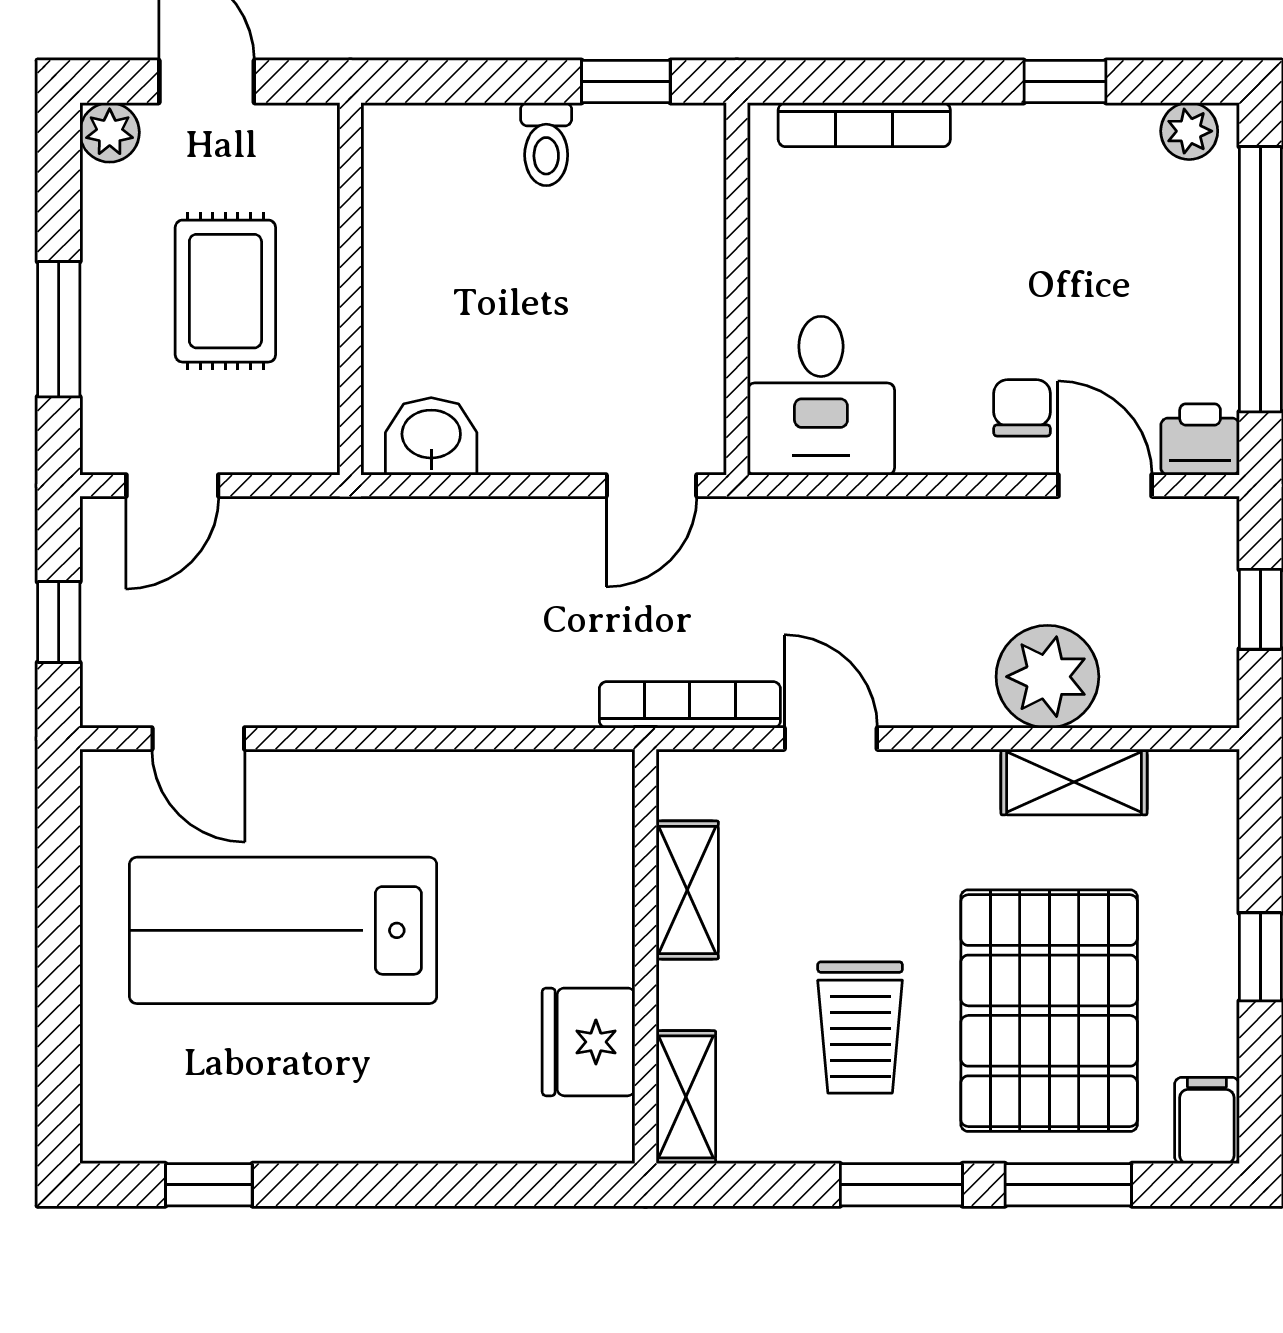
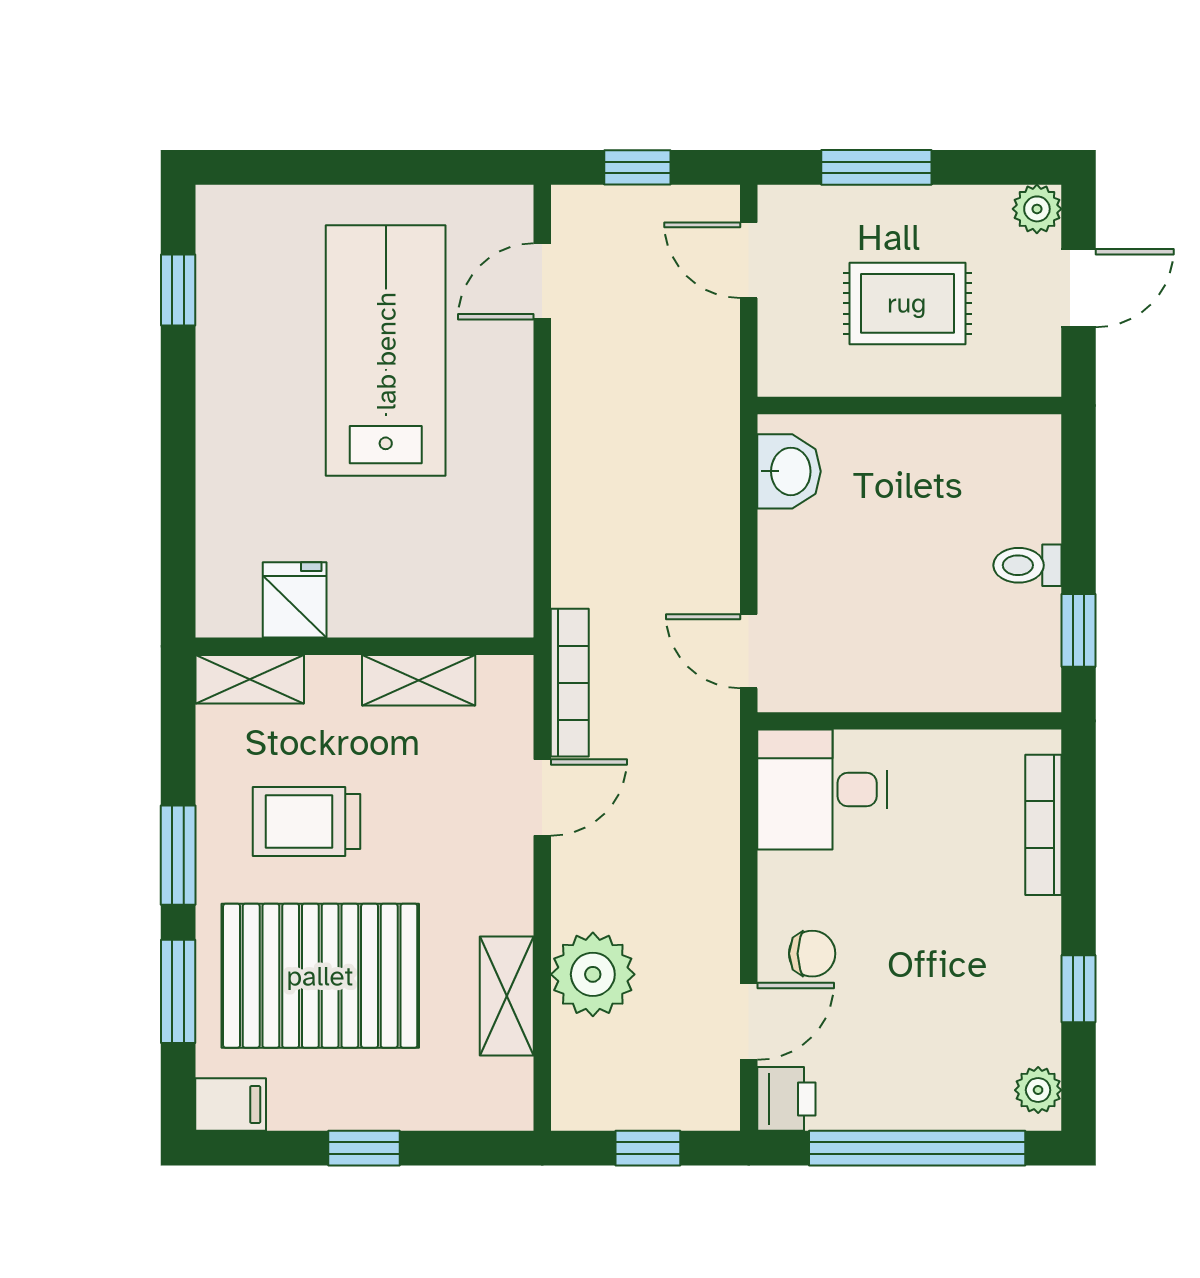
fridge: (589, 1042) -> (295, 600), width x0.72

